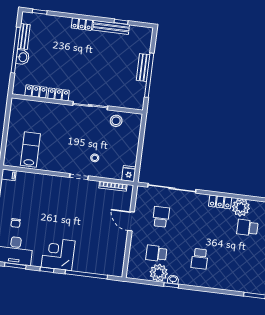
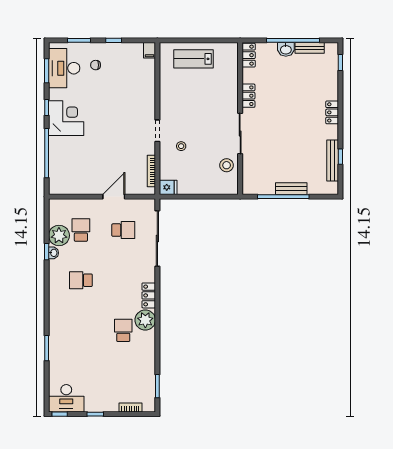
bench: (111, 27) -> (333, 160), moved
locker: (36, 91) -> (249, 55), moved
lab bench: (30, 150) -> (193, 59), moved, turned 180

